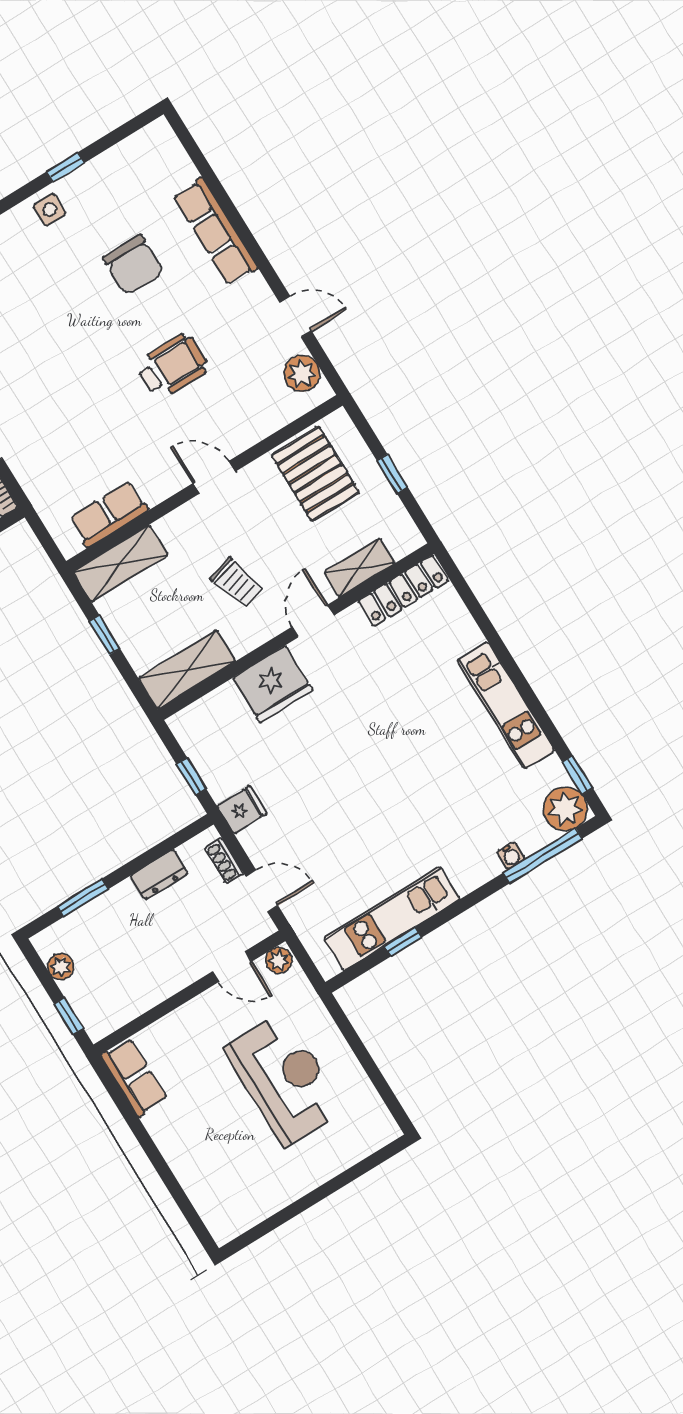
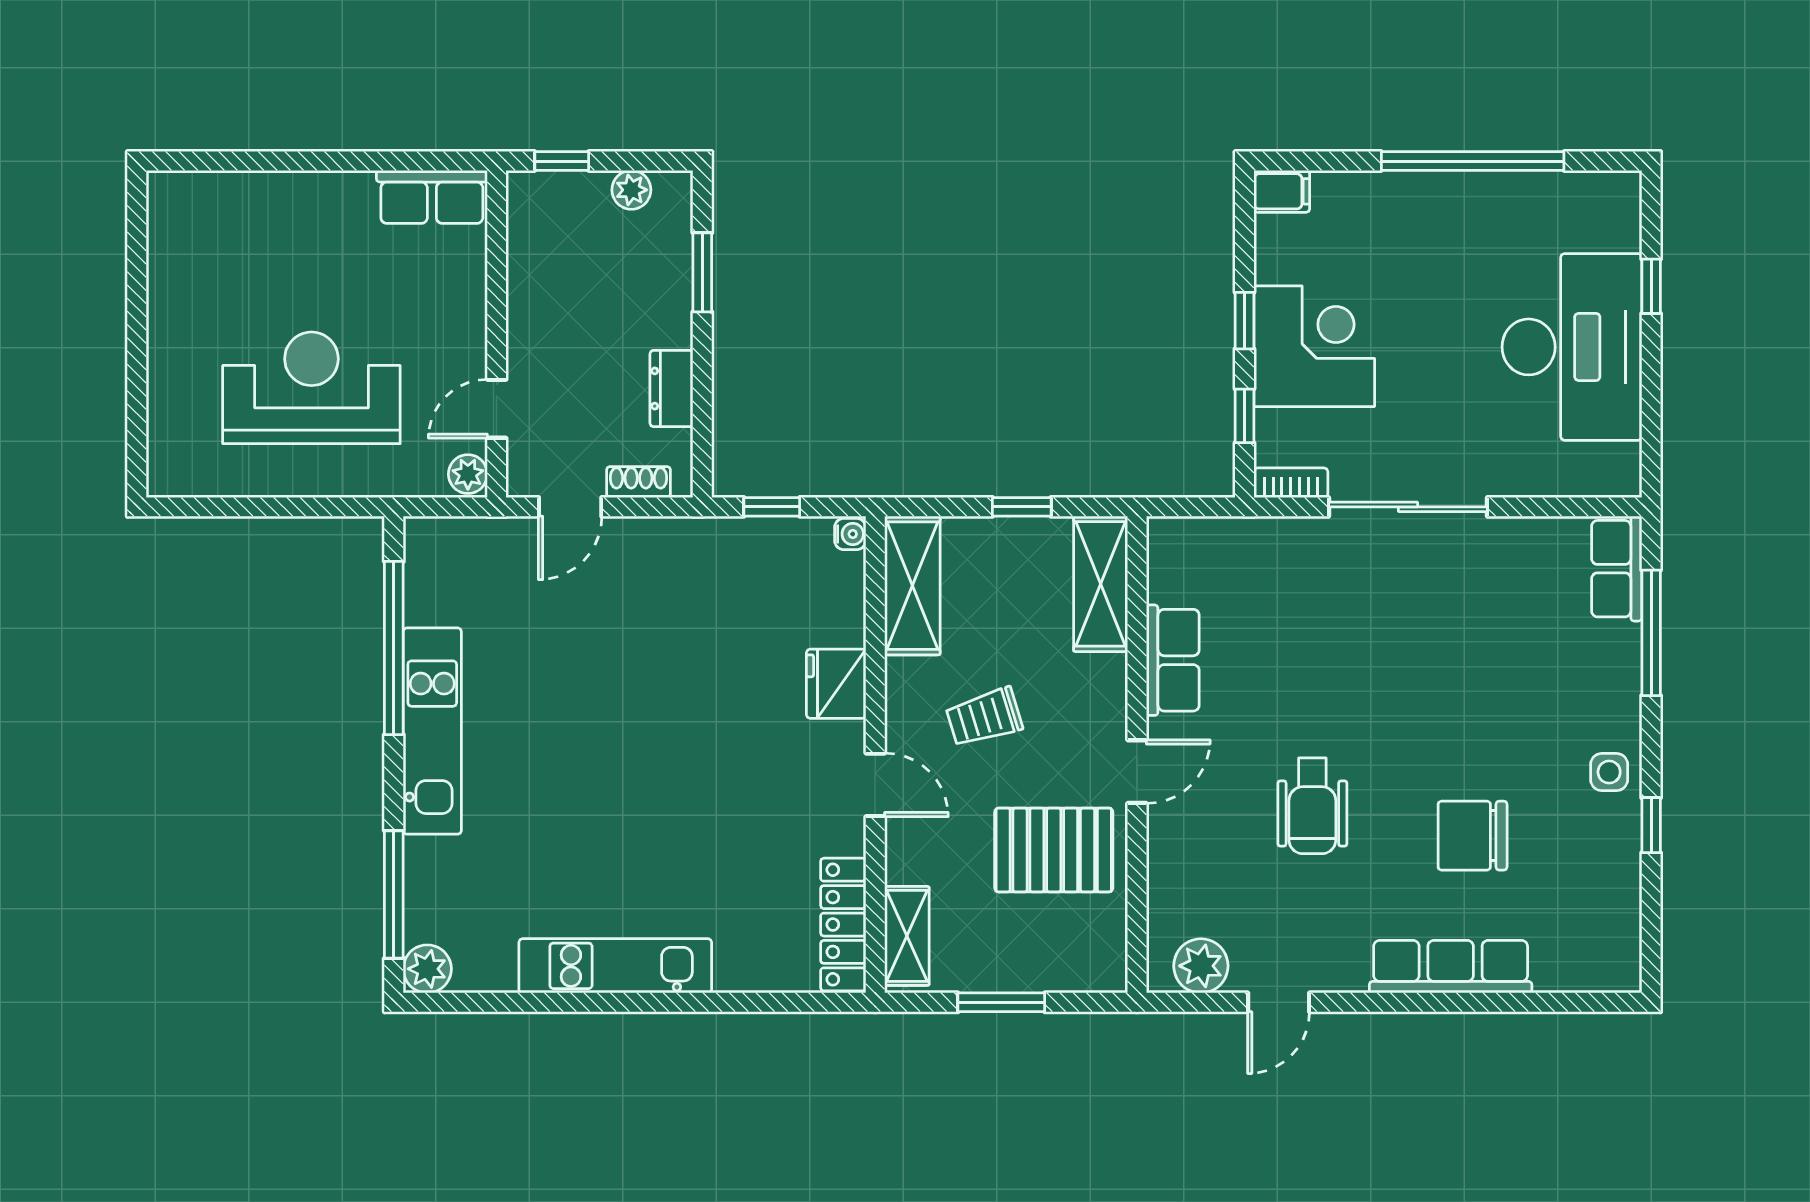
pallet: (315, 474) -> (1054, 850), moved
window: (392, 474) -> (1001, 1002), width x1.50
row of seats: (109, 514) -> (1173, 660), moved
shelving: (359, 568) -> (907, 936), moved
fridge: (273, 684) -> (836, 684), width x0.73, depth x0.75
window: (578, 775) -> (469, 1002), removed
plant: (565, 809) -> (427, 969), width x0.73, depth x0.73
fridge: (242, 810) -> (689, 546), removed
water cooler: (511, 856) -> (850, 534), moved, turned 180
kitchen unit: (392, 919) -> (432, 731), moved
window: (403, 942) -> (394, 648), width x3.17
reception desk: (284, 1079) -> (311, 388), turned 180

